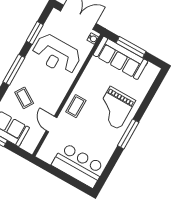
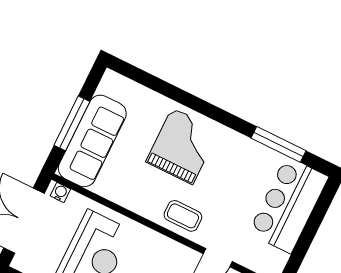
grand piano: (115, 108) -> (182, 146), turned -90
window: (128, 134) -> (278, 144), moved

